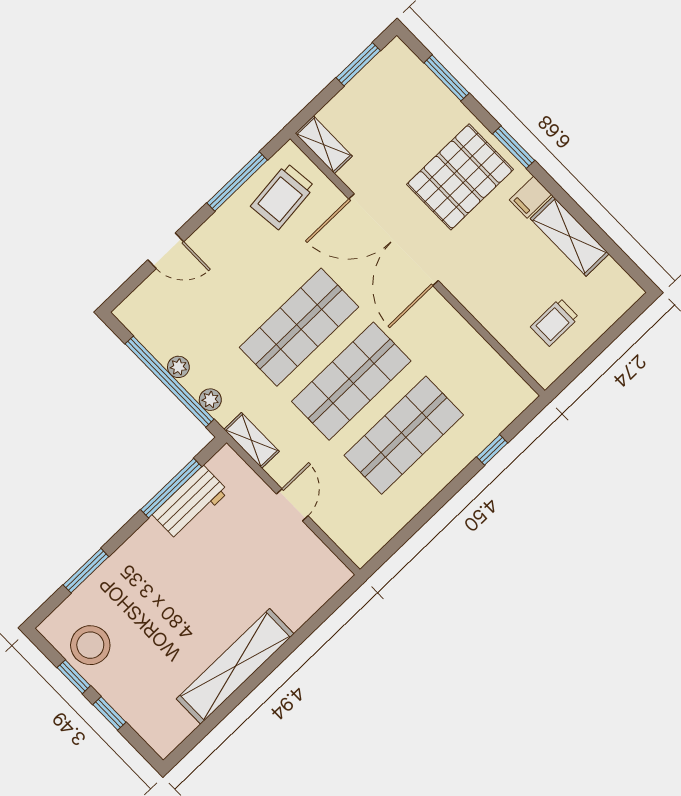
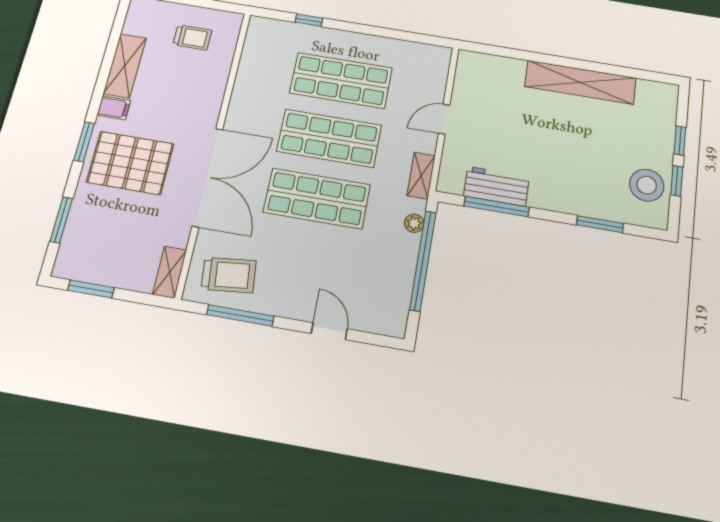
plant: (178, 367) -> (408, 262), removed

